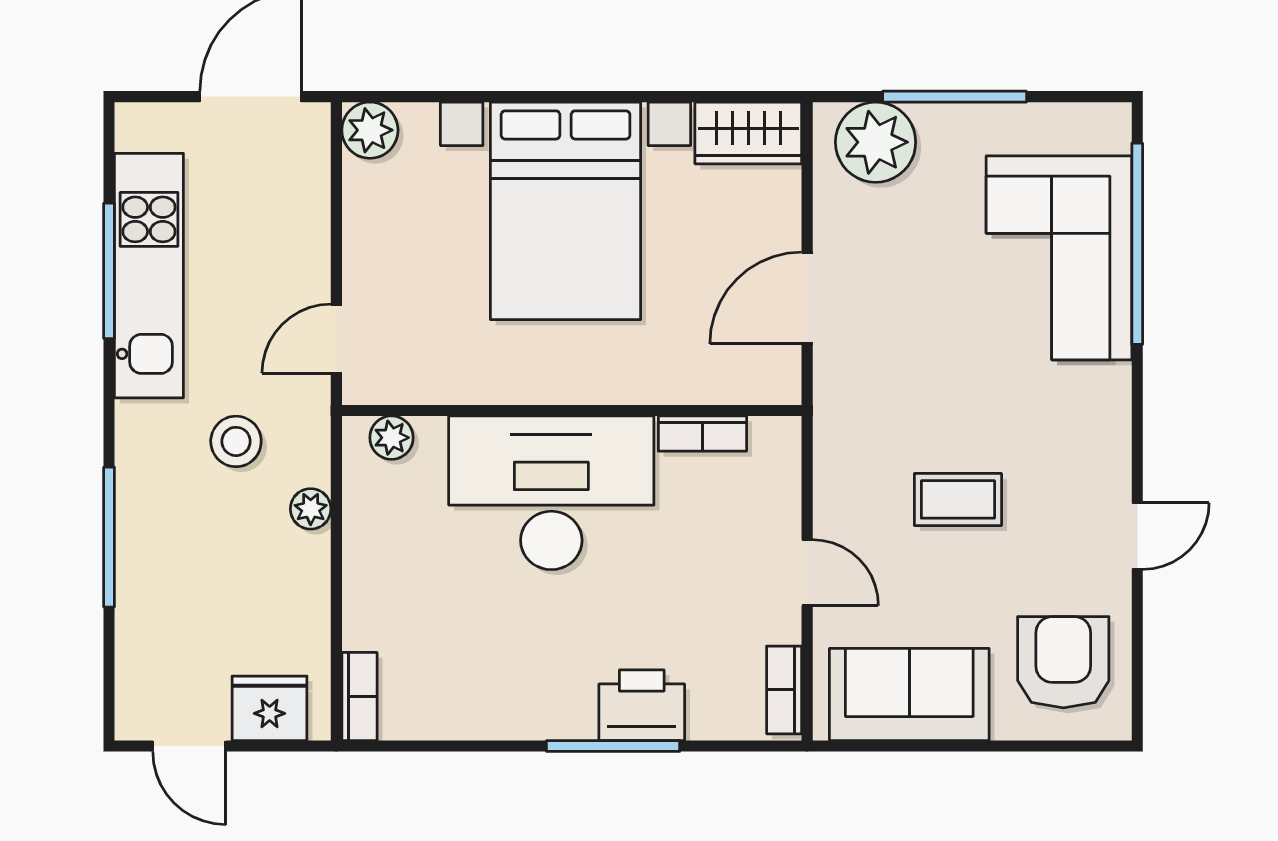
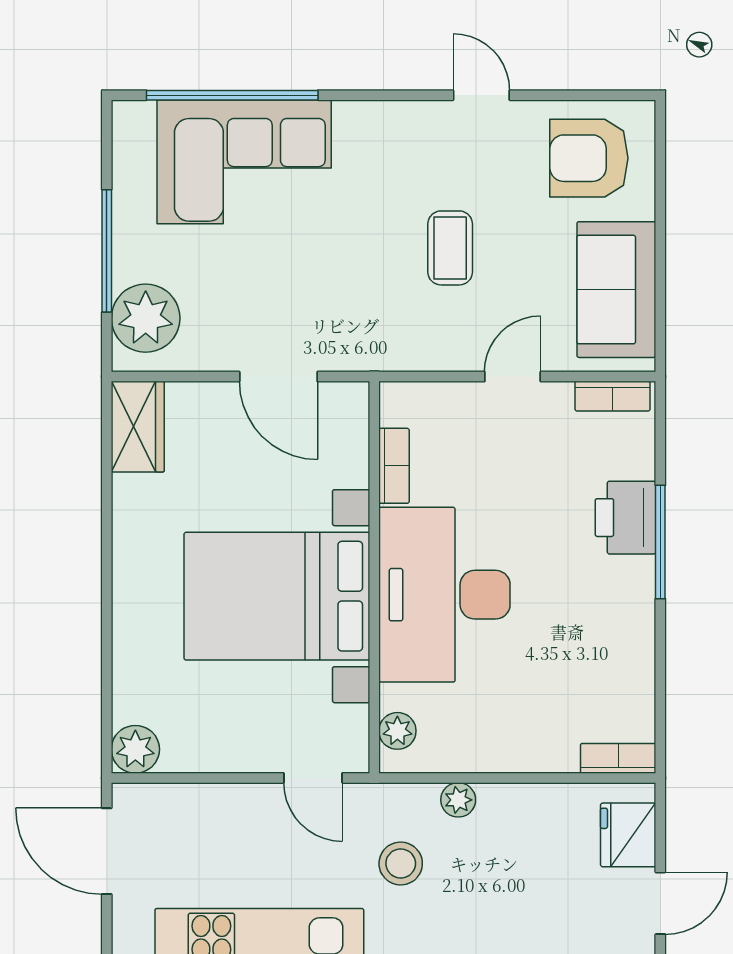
bed with nightstands: (566, 211) -> (277, 596), moved, turned 180

